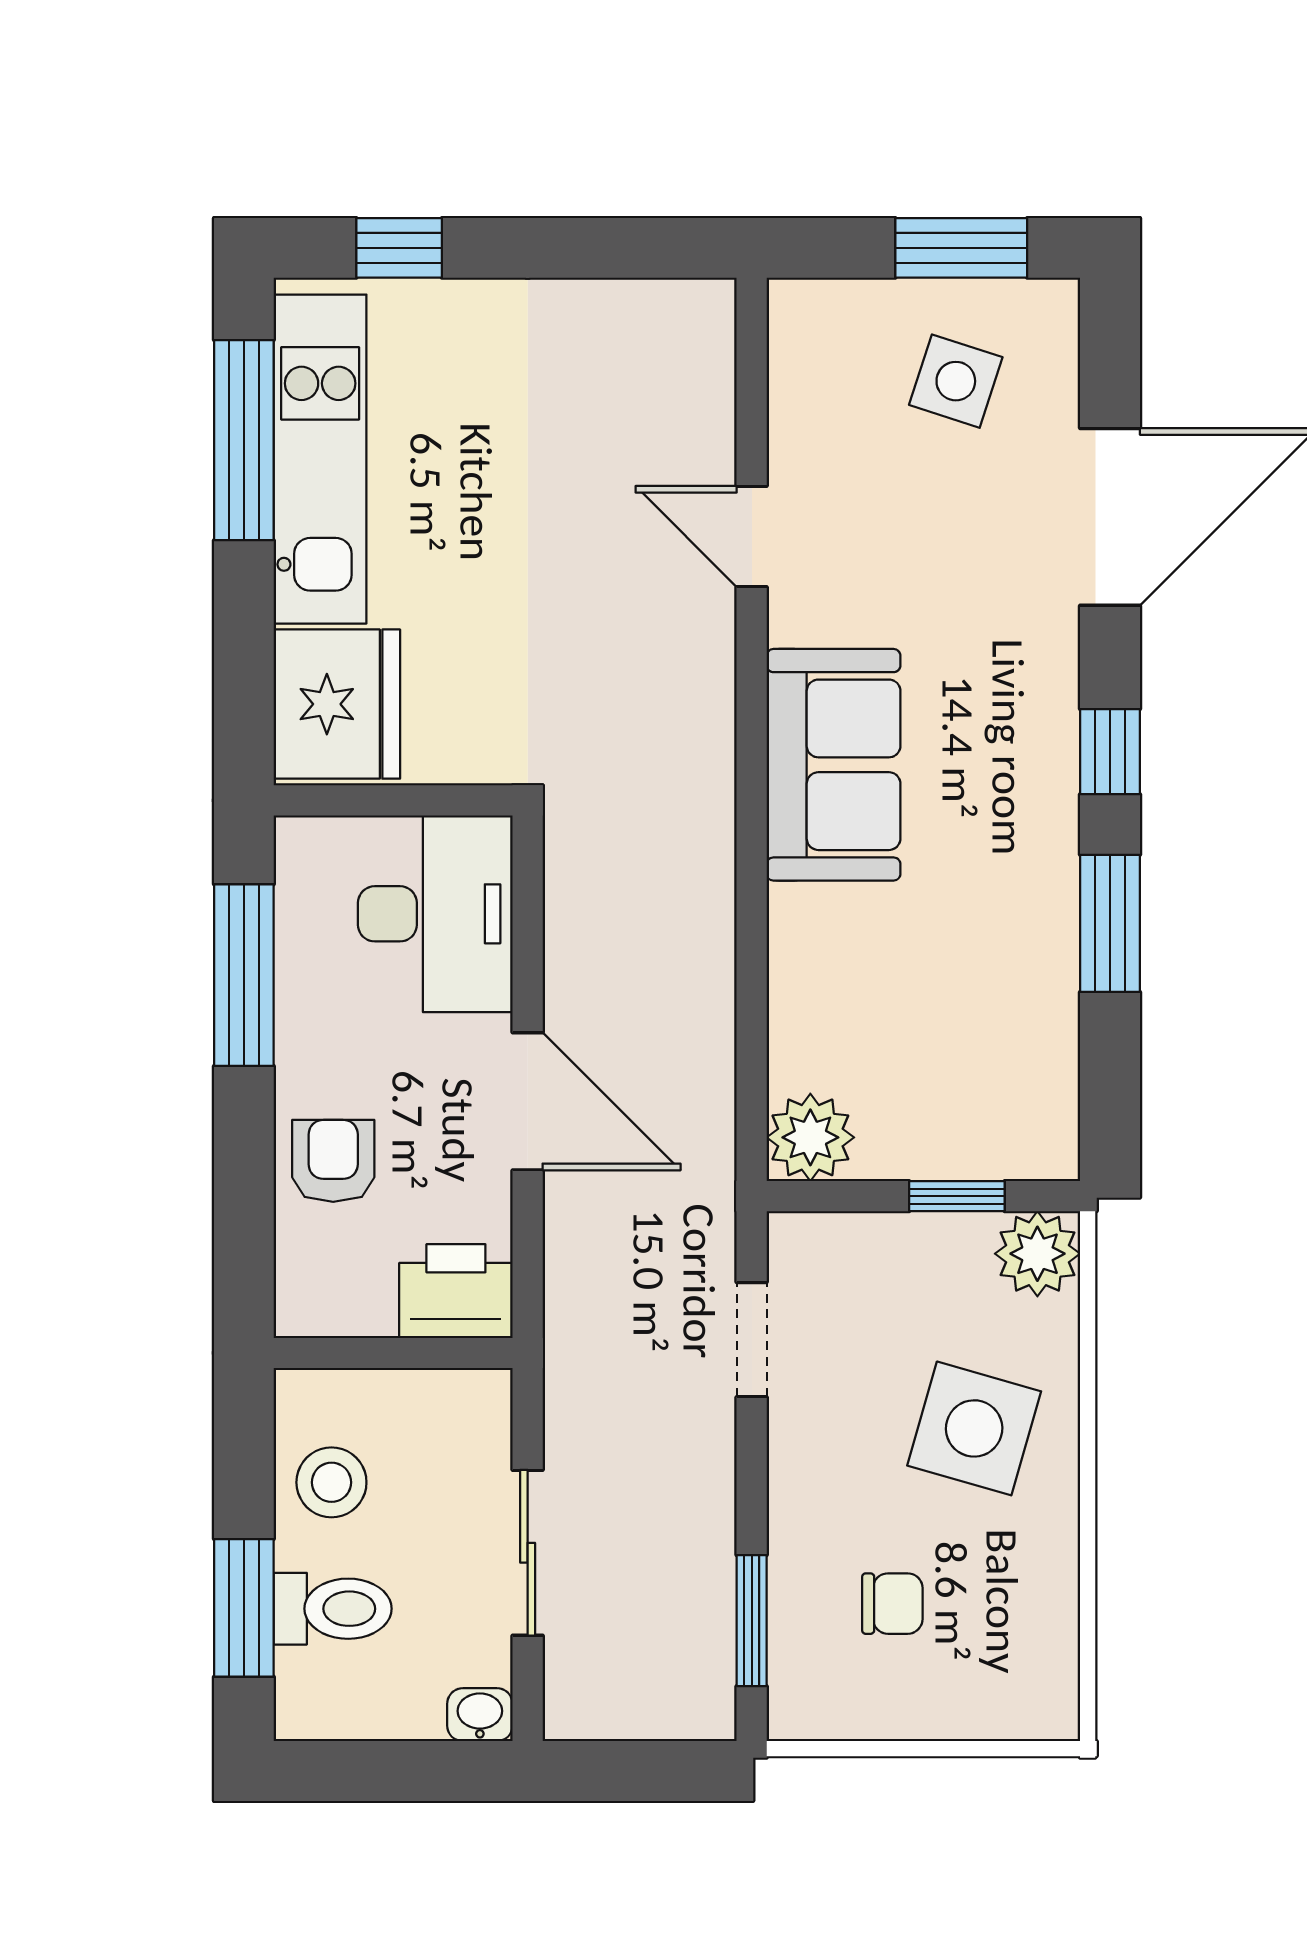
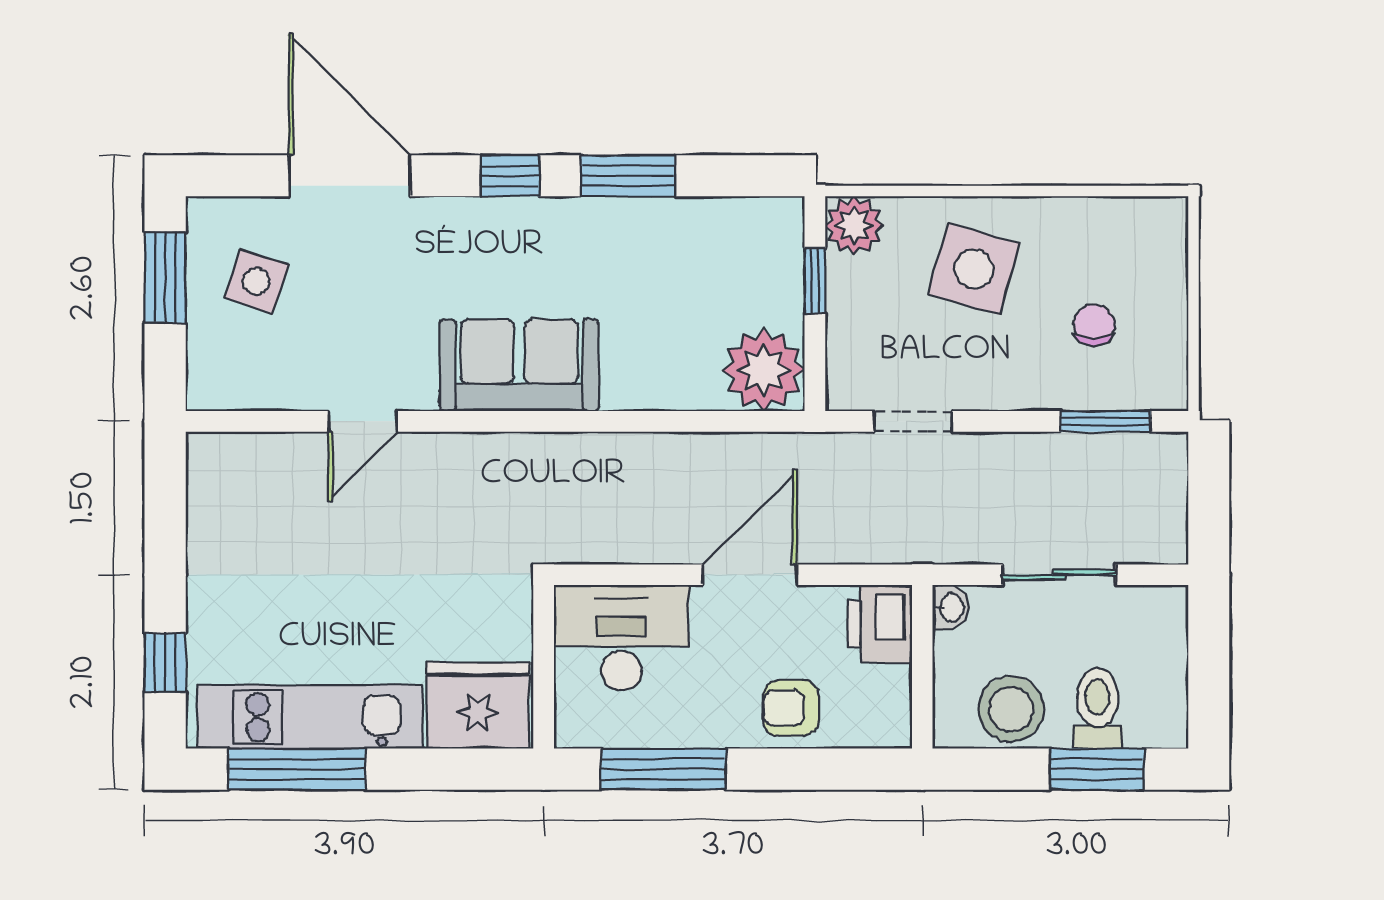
plant: (810, 1137) -> (764, 370), width x1.36, depth x1.36
stool: (331, 1482) -> (1011, 709), width x1.38, depth x1.38
washbasin: (480, 1715) -> (951, 607), moved, turned 180

